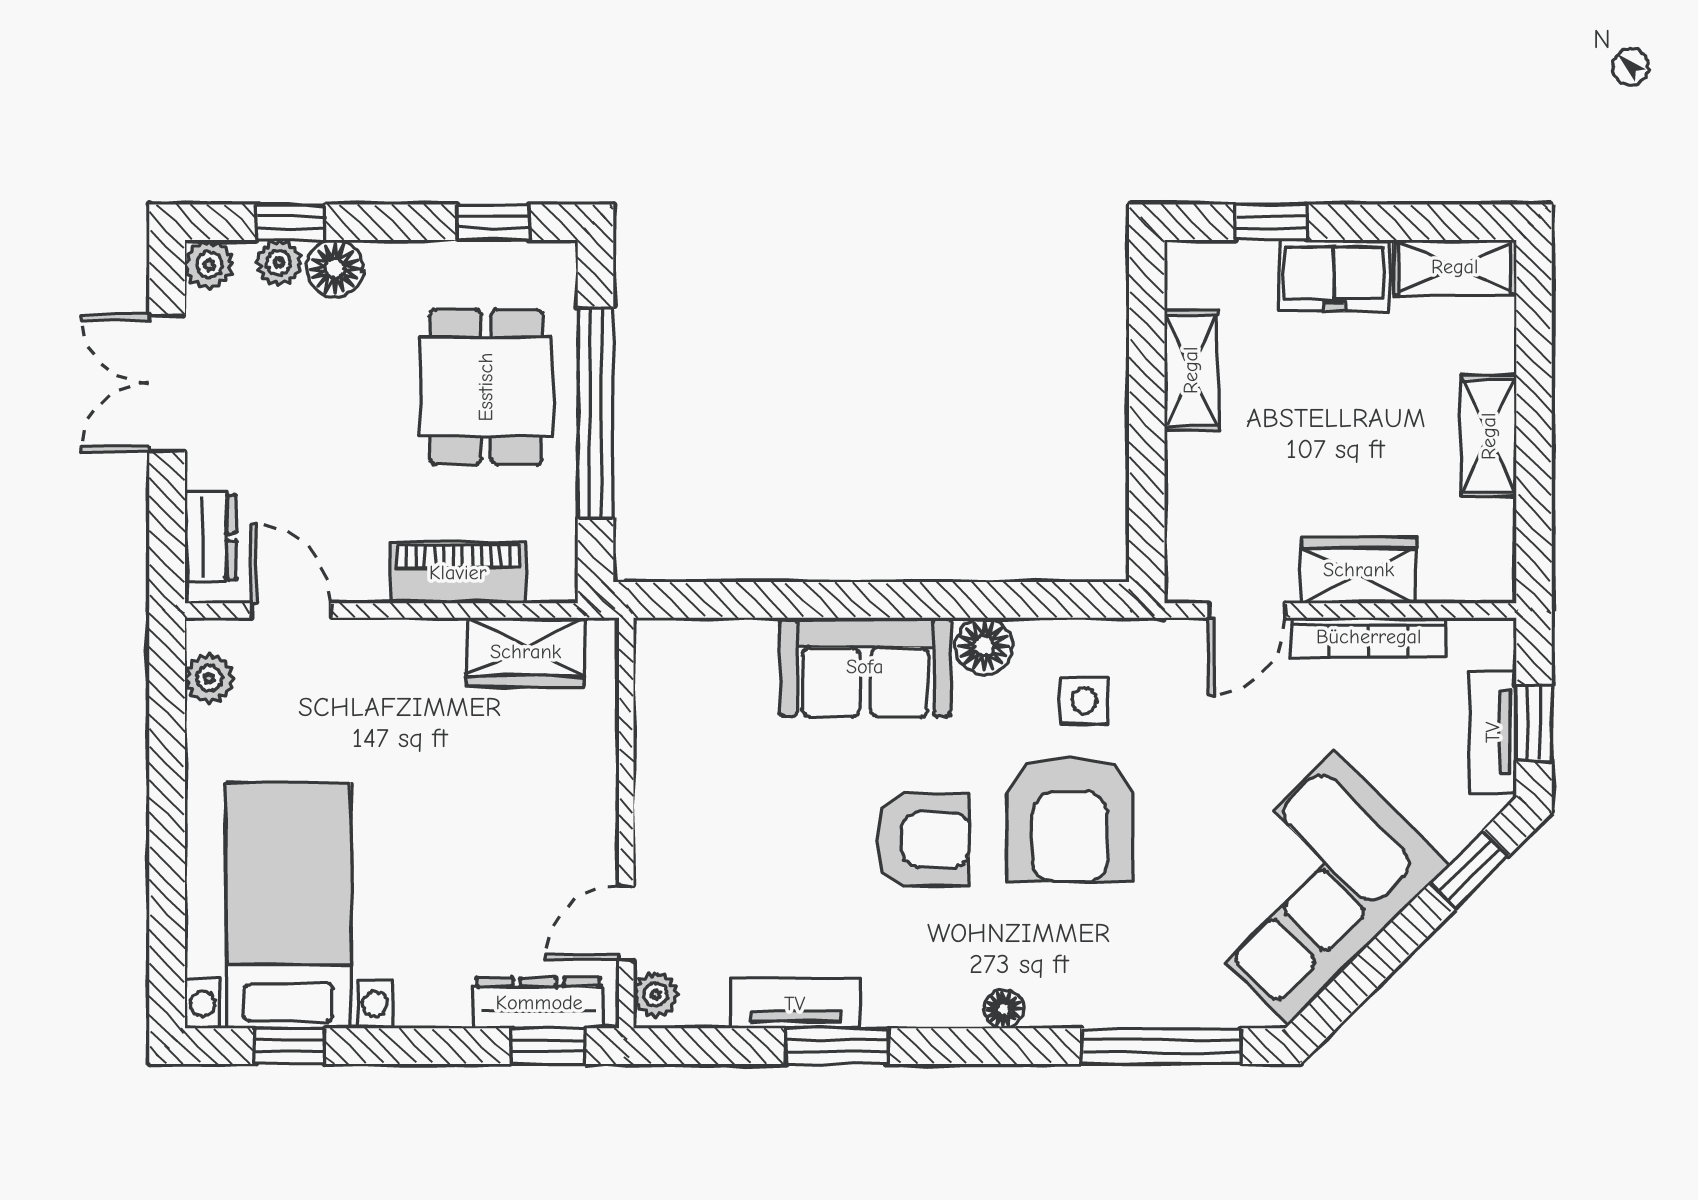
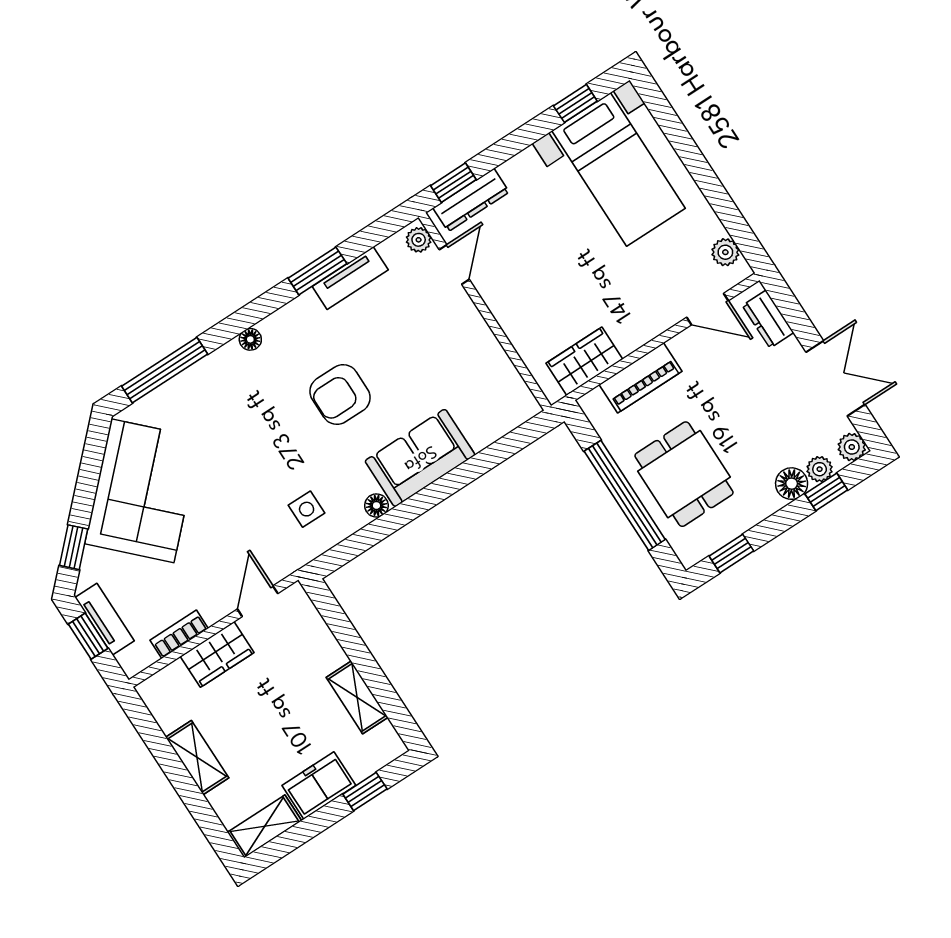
bookcase: (1369, 637) -> (179, 634), width x0.64
floor lamp: (984, 646) -> (376, 505), width x0.73, depth x0.73
armchair: (1070, 819) -> (277, 449), removed

